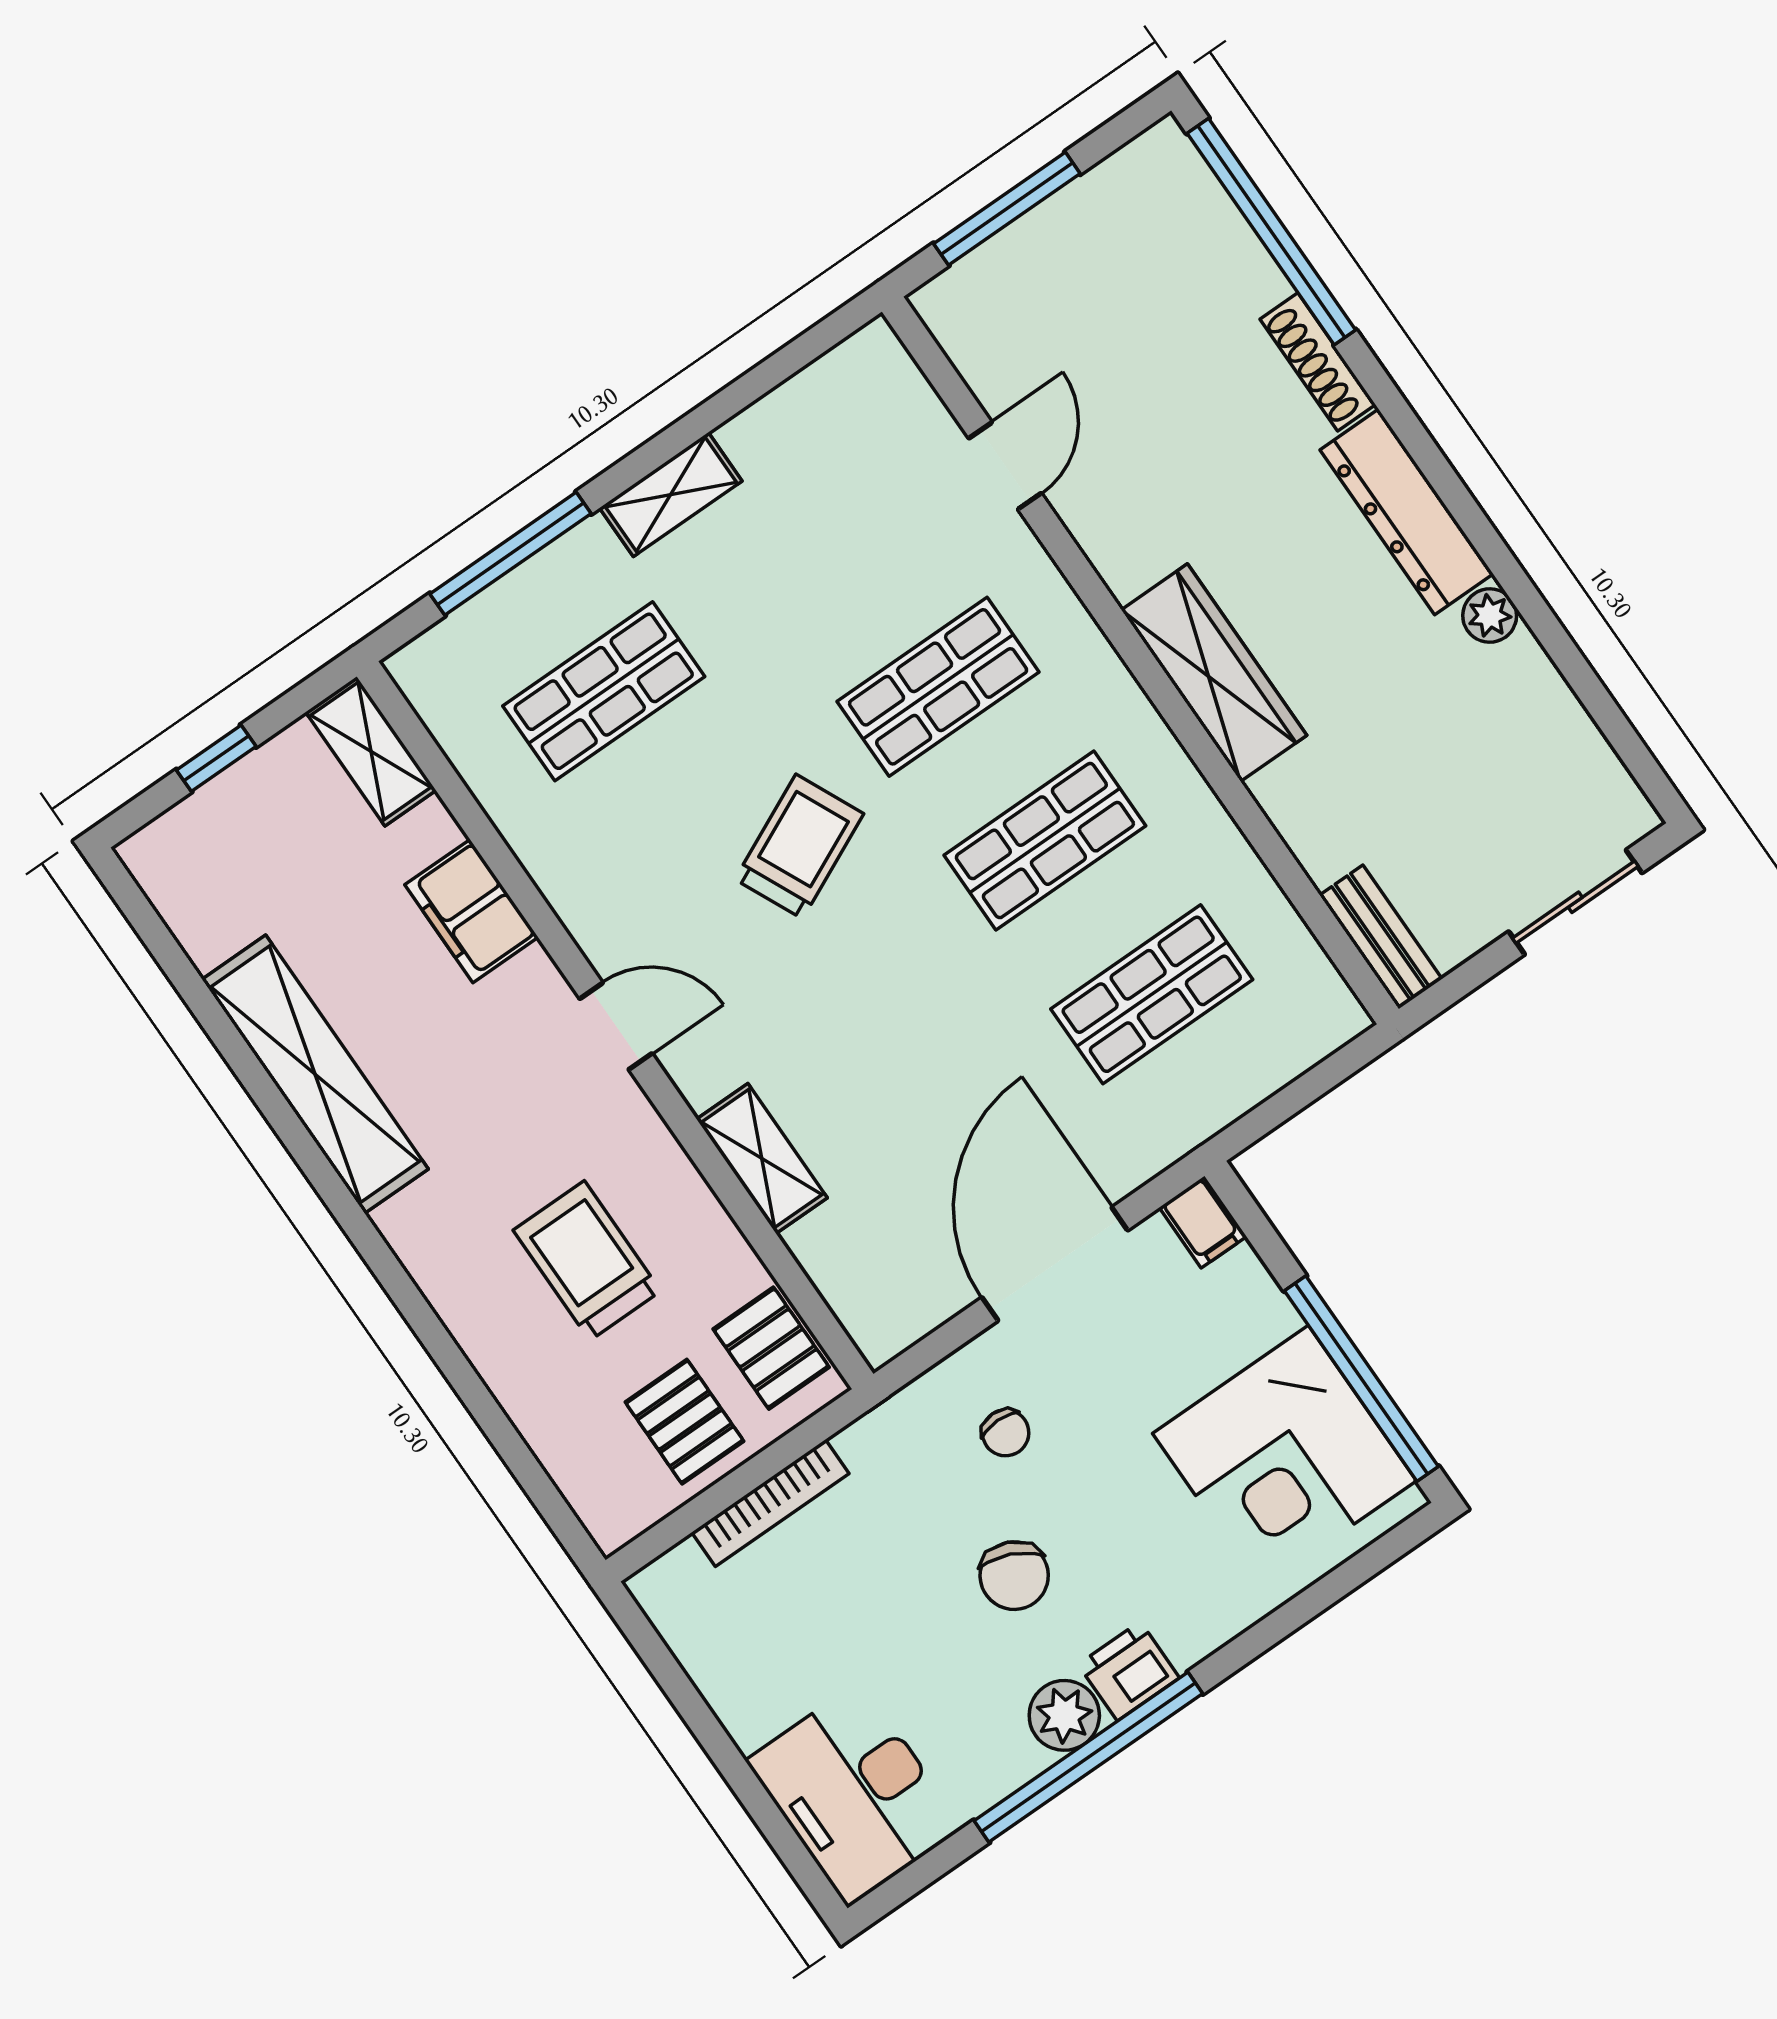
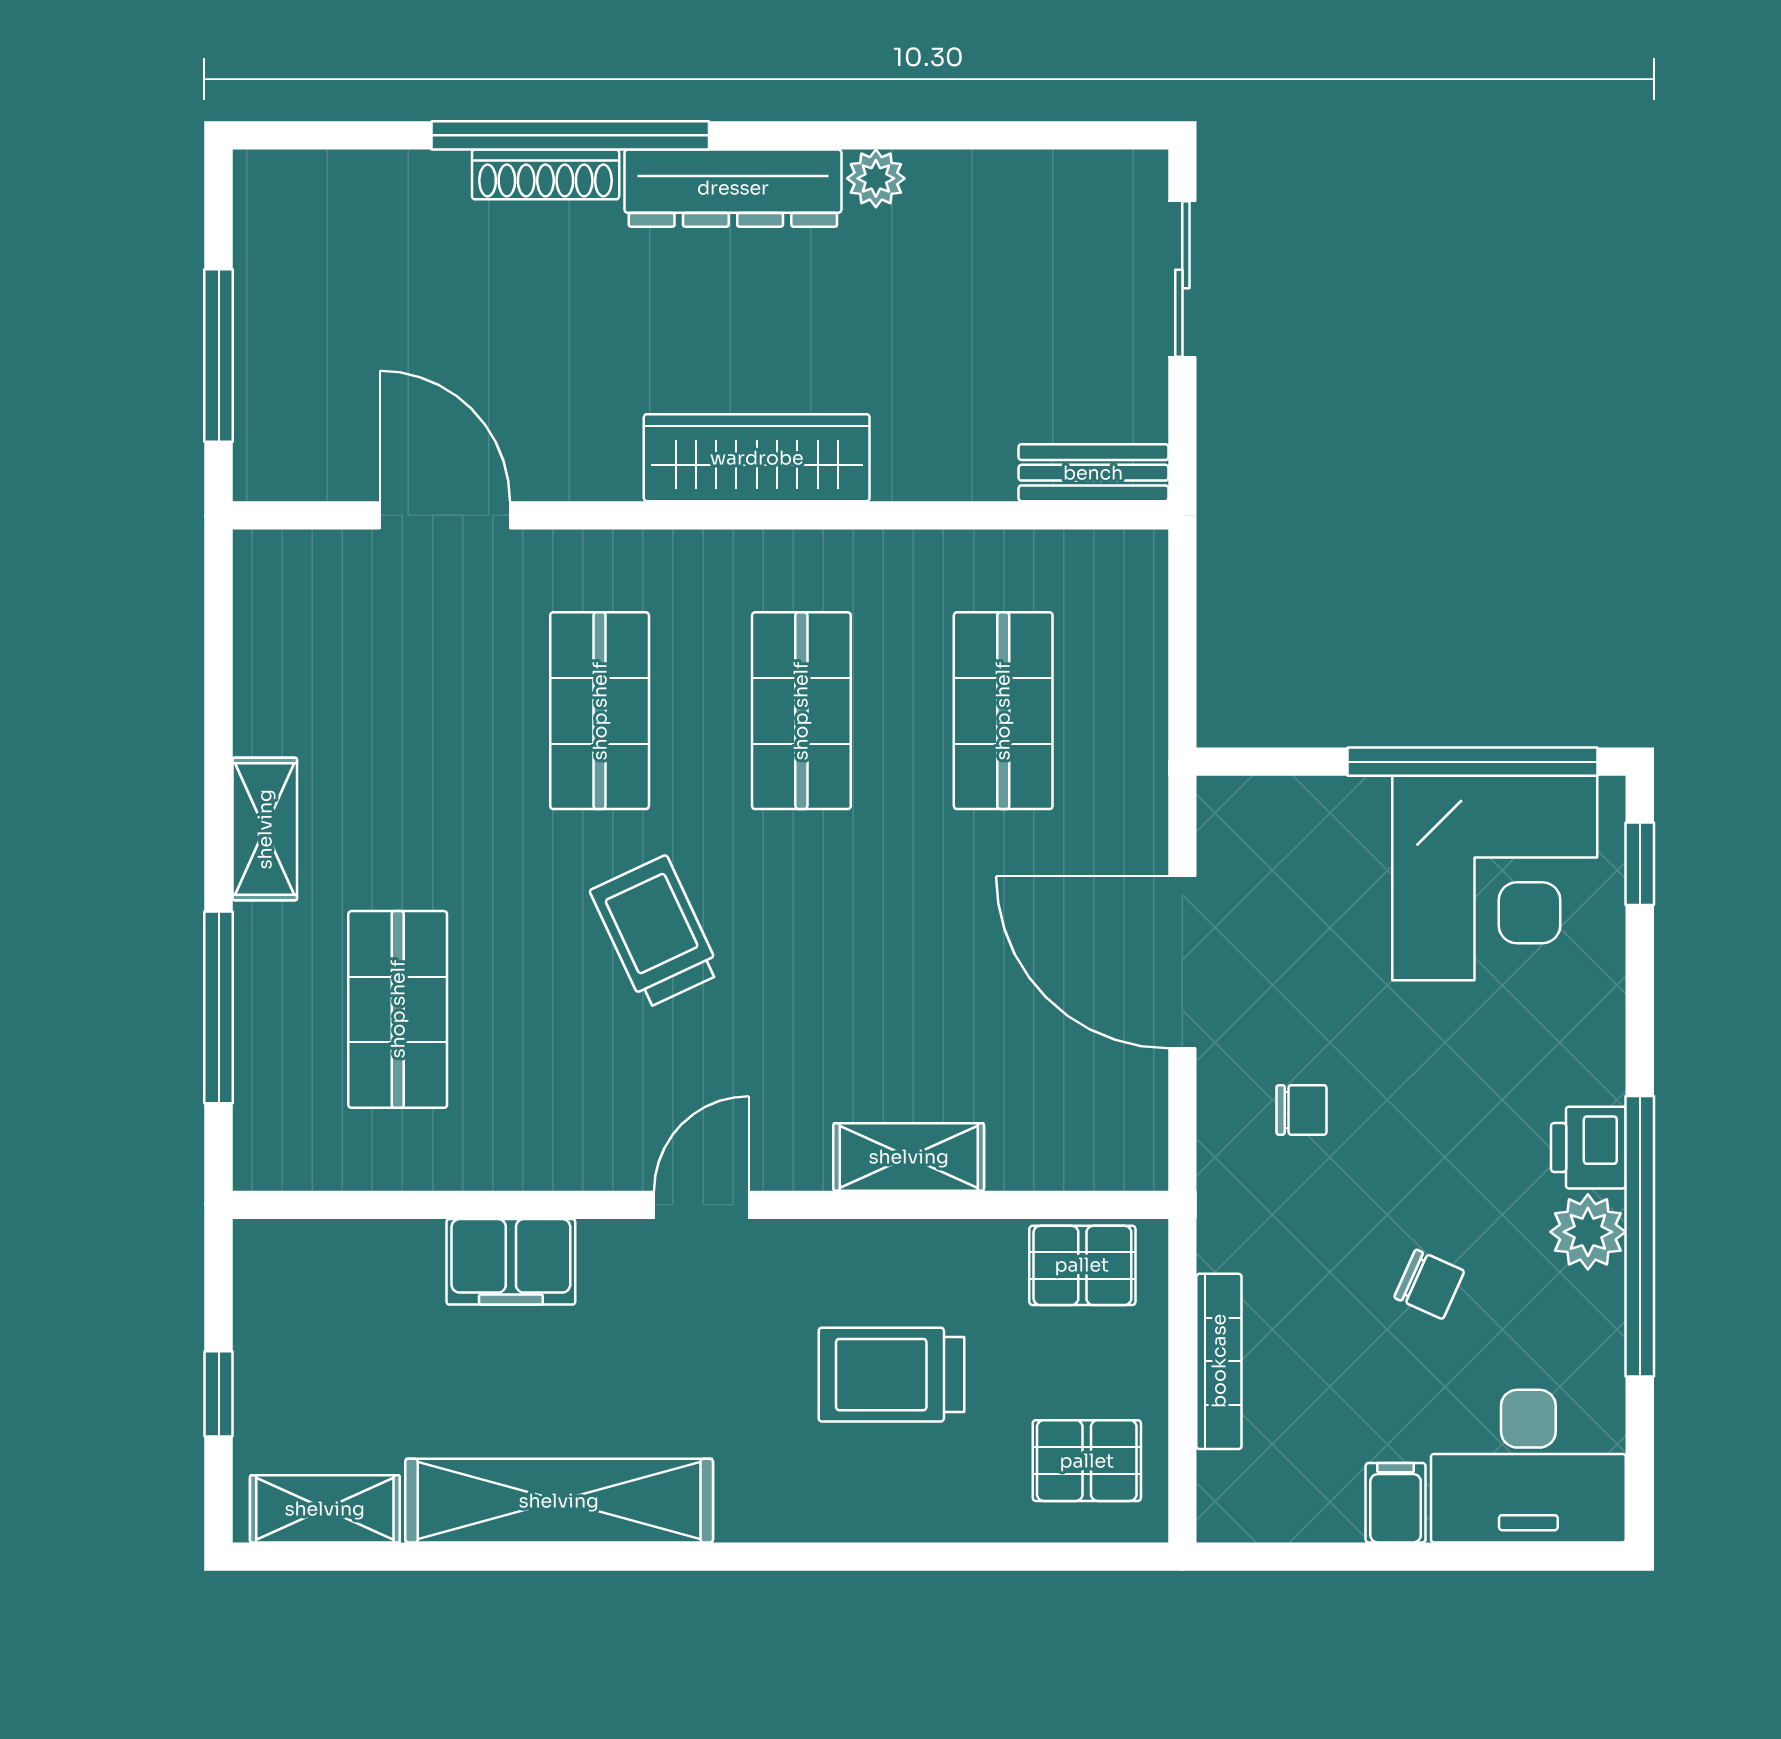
window: (1271, 232) -> (570, 135), moved
door: (1005, 466) -> (445, 515), width x1.38
shelving: (371, 751) -> (325, 1509), moved
filing cabinet: (1203, 1222) -> (1396, 1503), moved, turned -90
pallet: (685, 1422) -> (1087, 1461), moved
window: (1372, 1560) -> (1640, 864), added
chair: (1014, 1576) -> (1429, 1284), moved, width x0.73, depth x0.73

